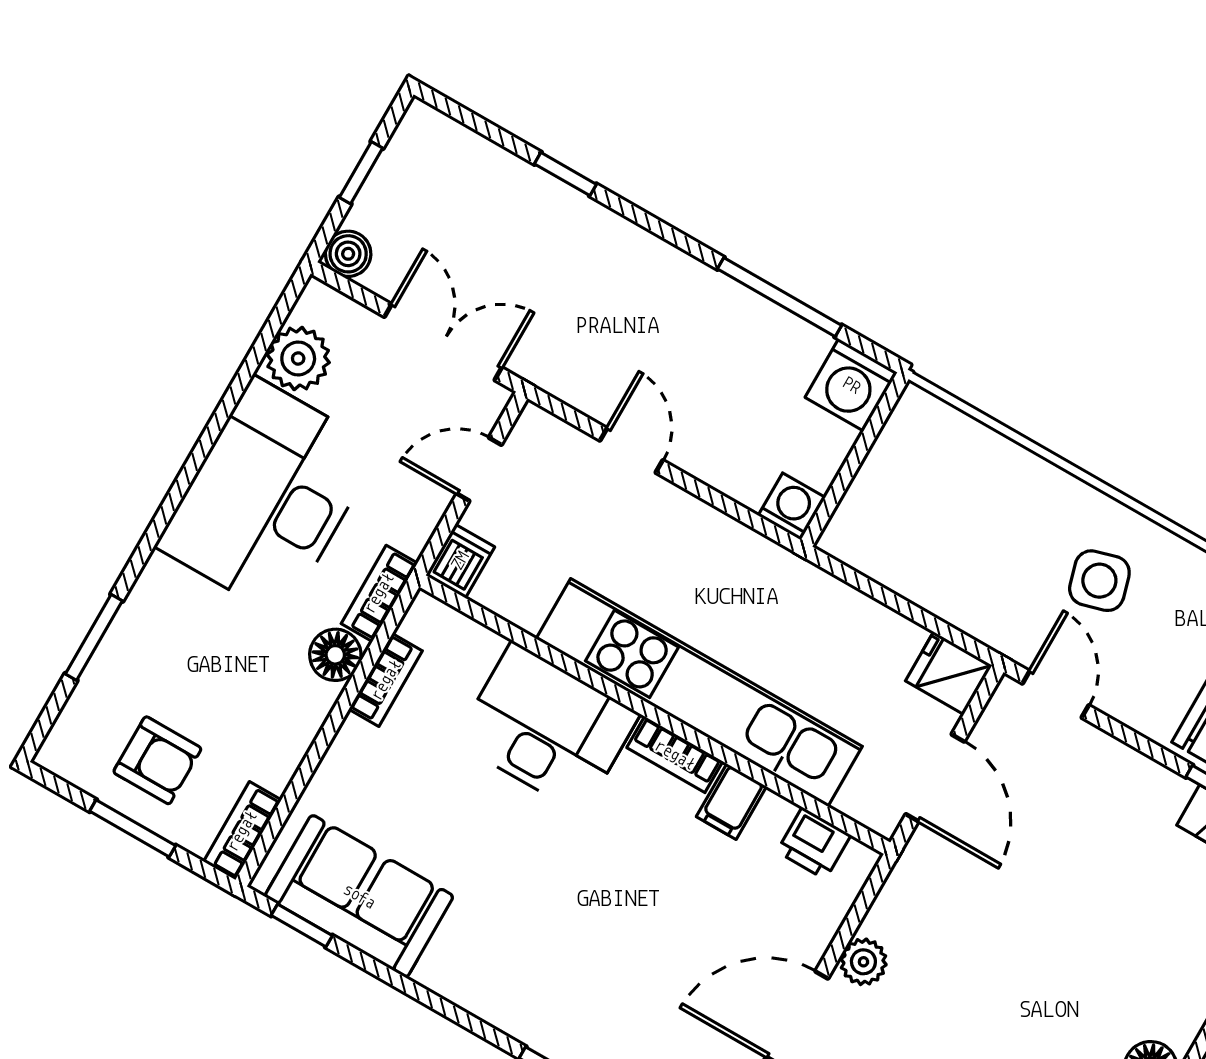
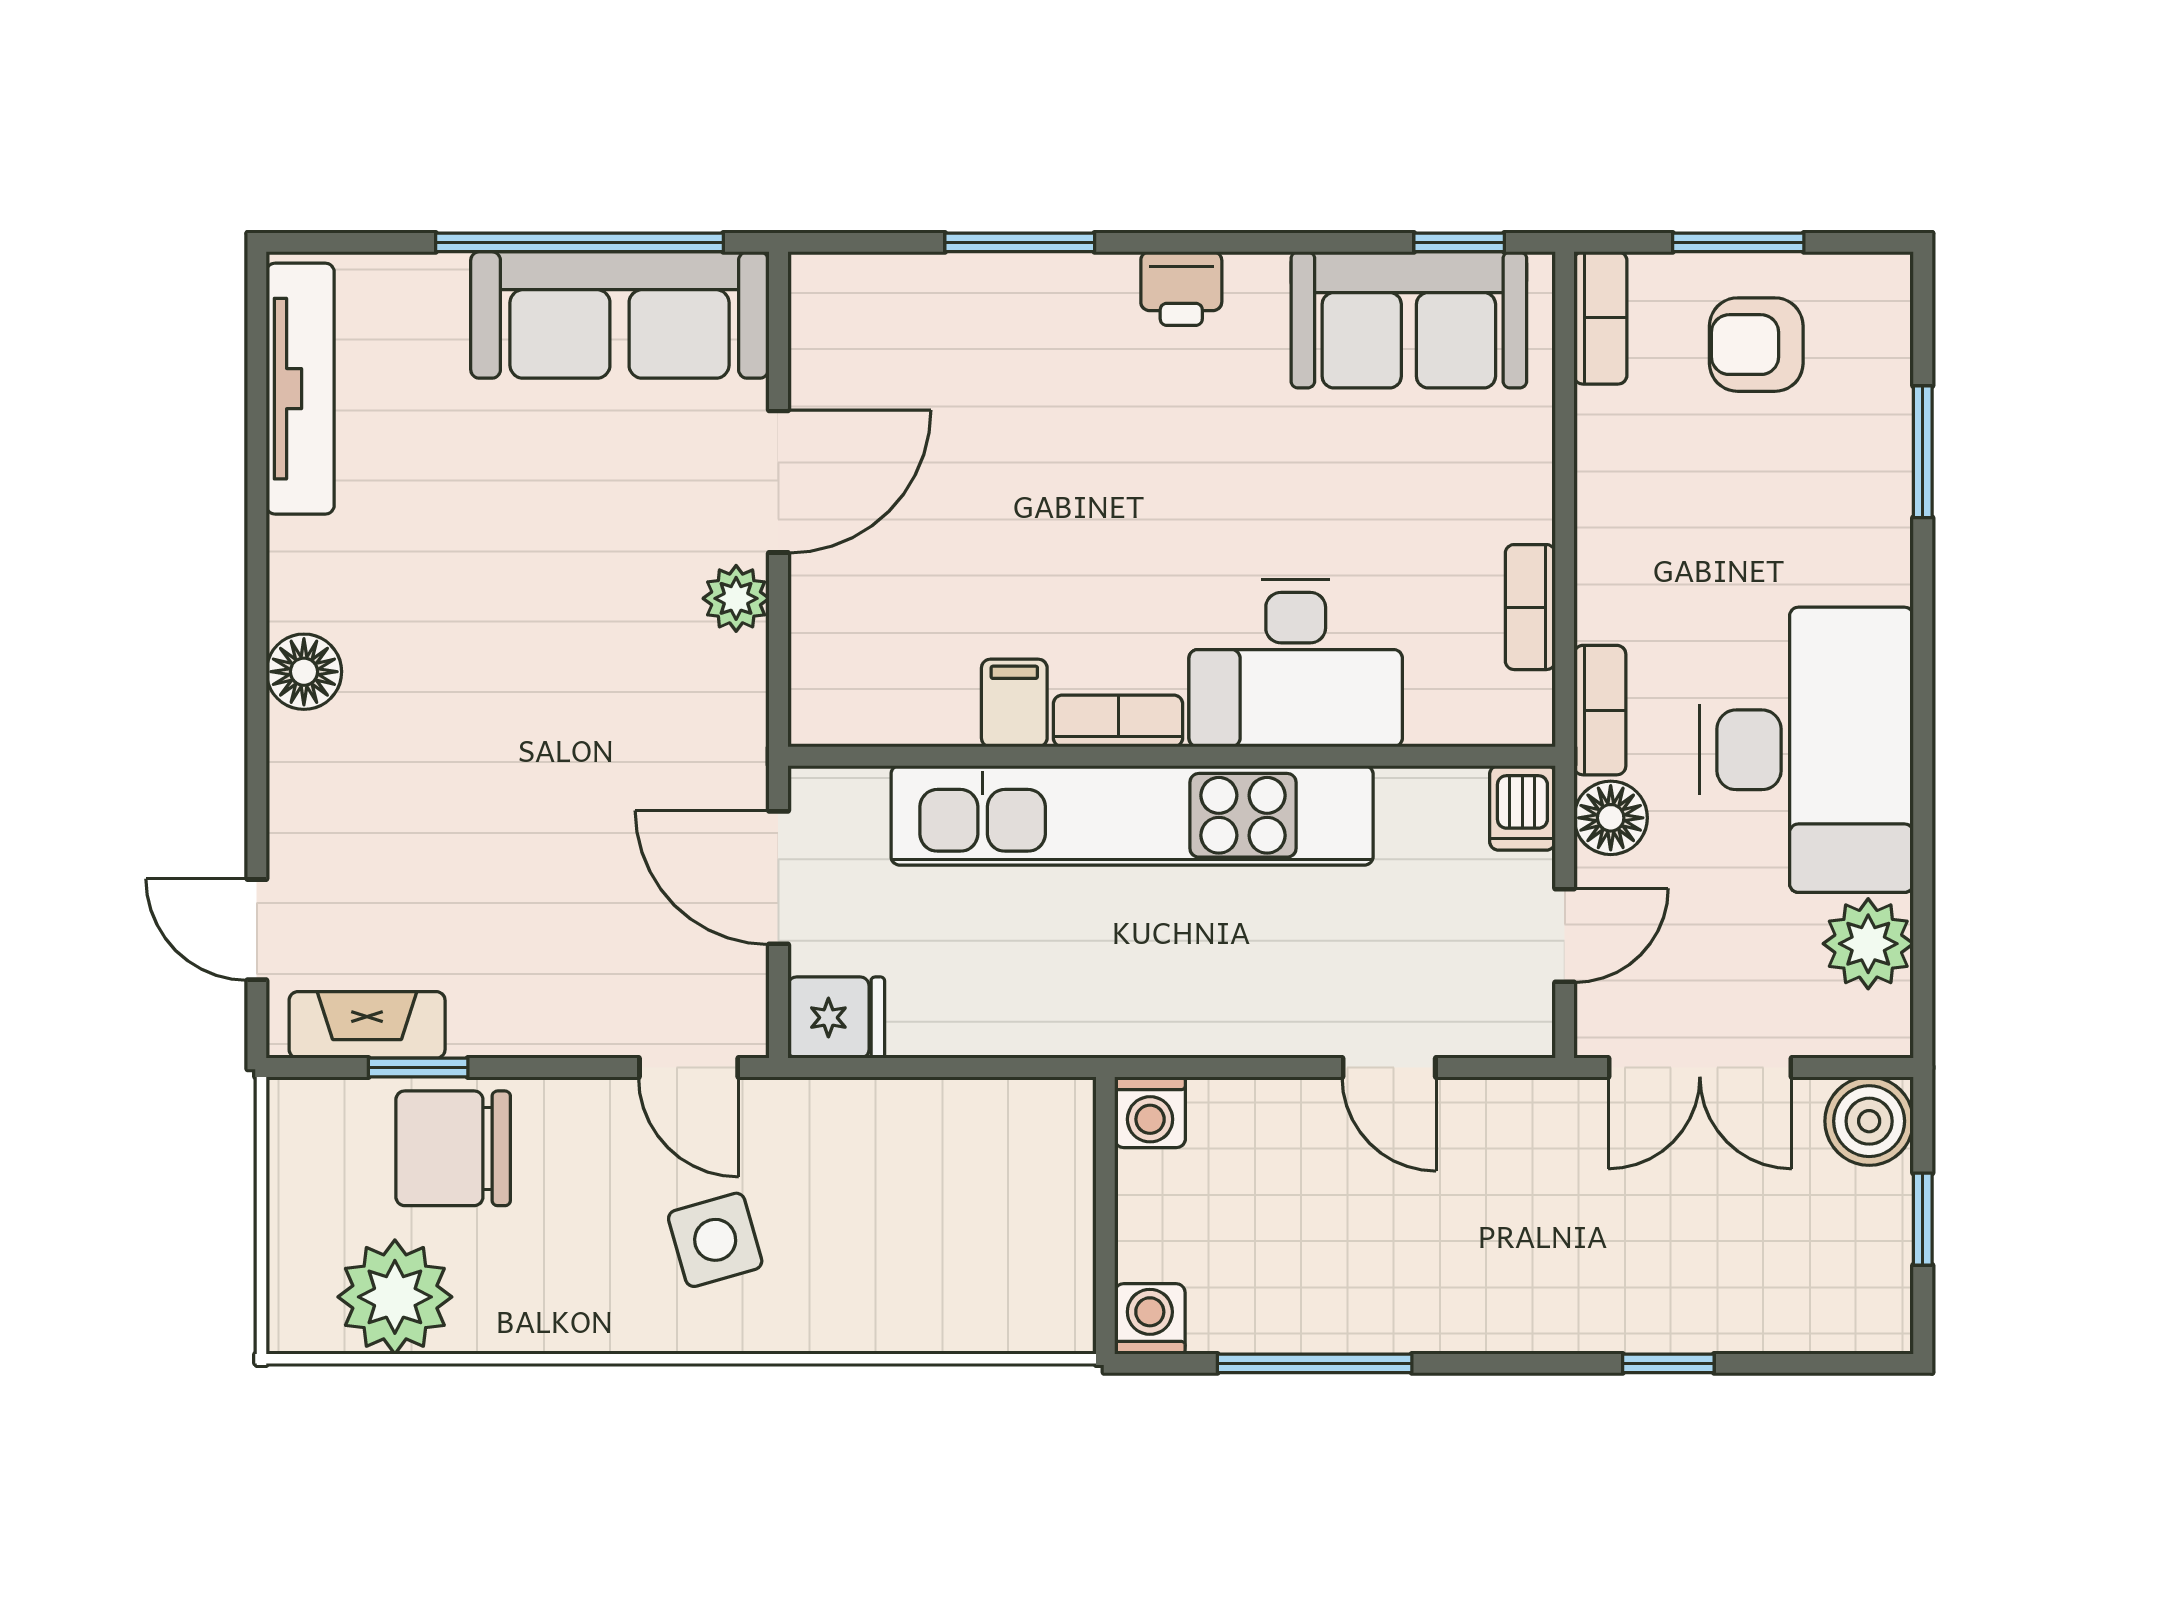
boiler: (348, 254) -> (1869, 1121), width x1.36, depth x1.36
washing machine: (851, 385) -> (1150, 1319), width x0.73, depth x0.73
floor lamp: (335, 655) -> (1611, 818), moved
printer: (814, 843) -> (1181, 289), moved, turned 180

